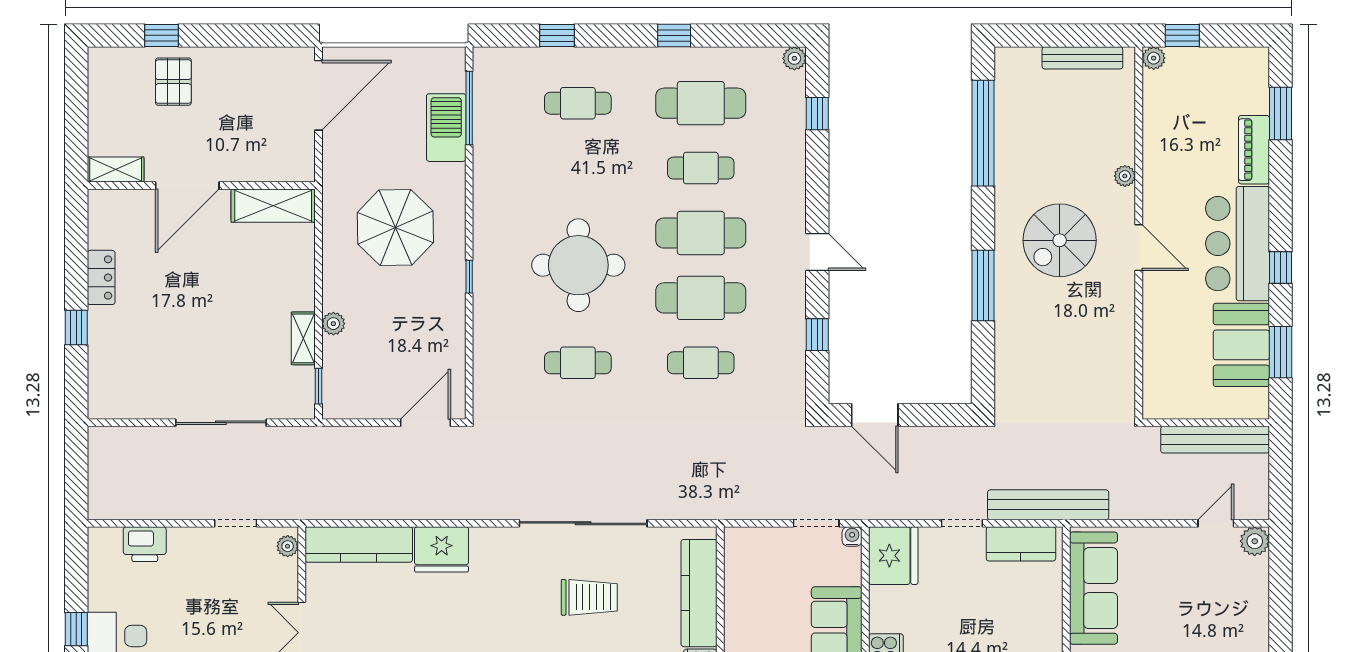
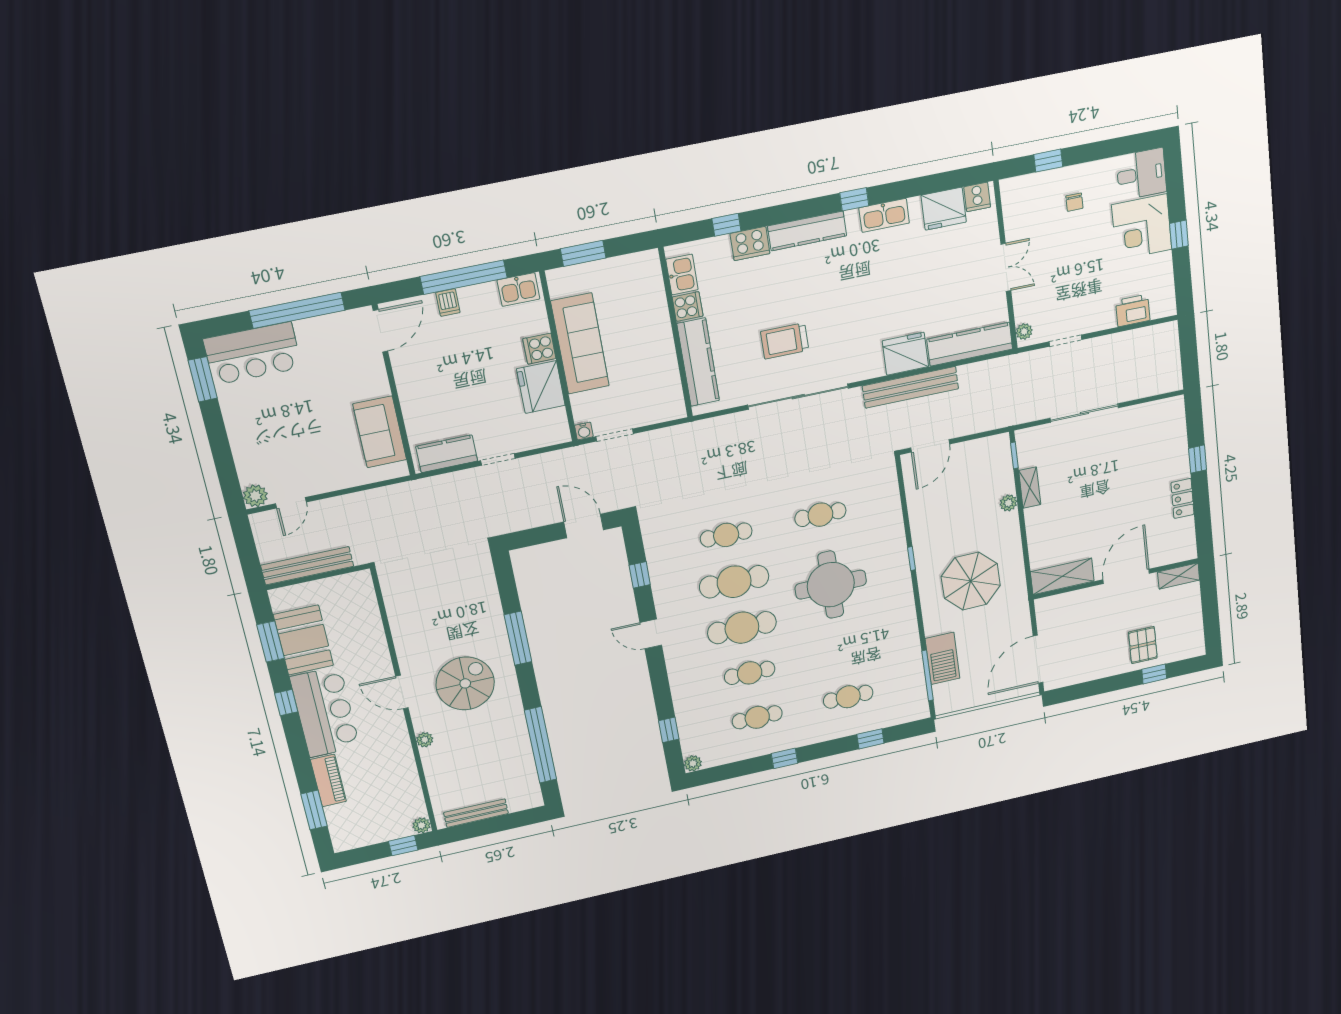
cafe table: (701, 103) -> (757, 717), width x0.73, depth x0.74
bench: (1048, 505) -> (911, 387), moved
fridge: (893, 556) -> (541, 387), moved
sofa: (1093, 588) -> (380, 432), width x0.73

